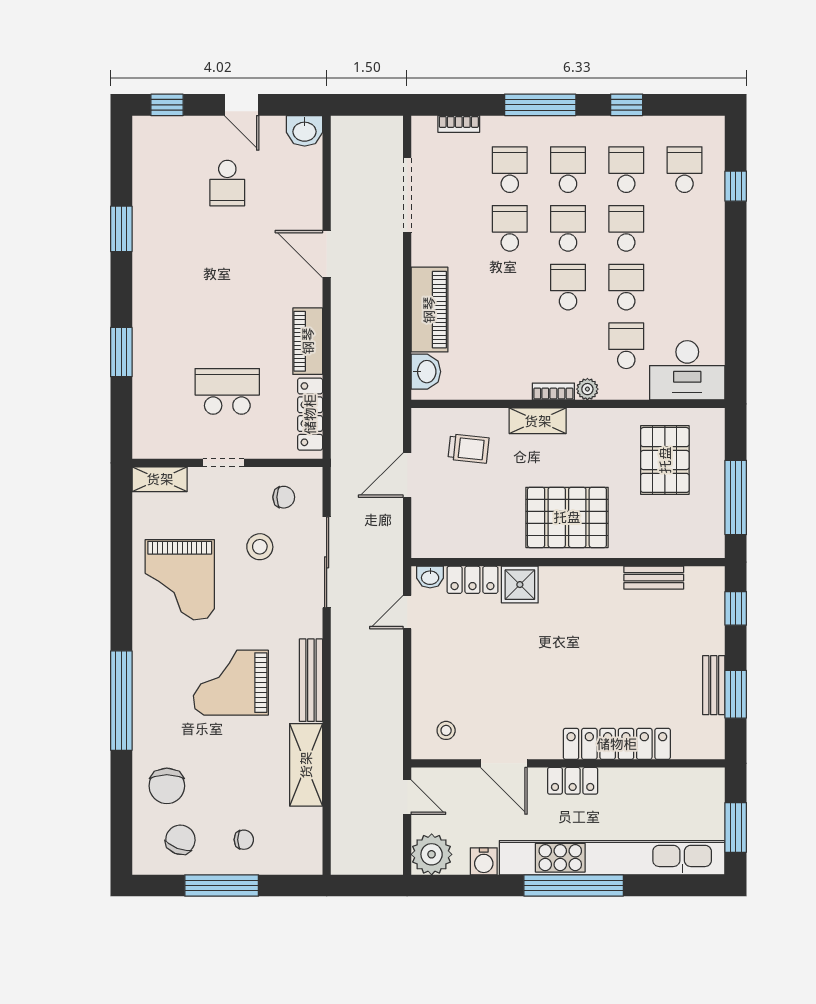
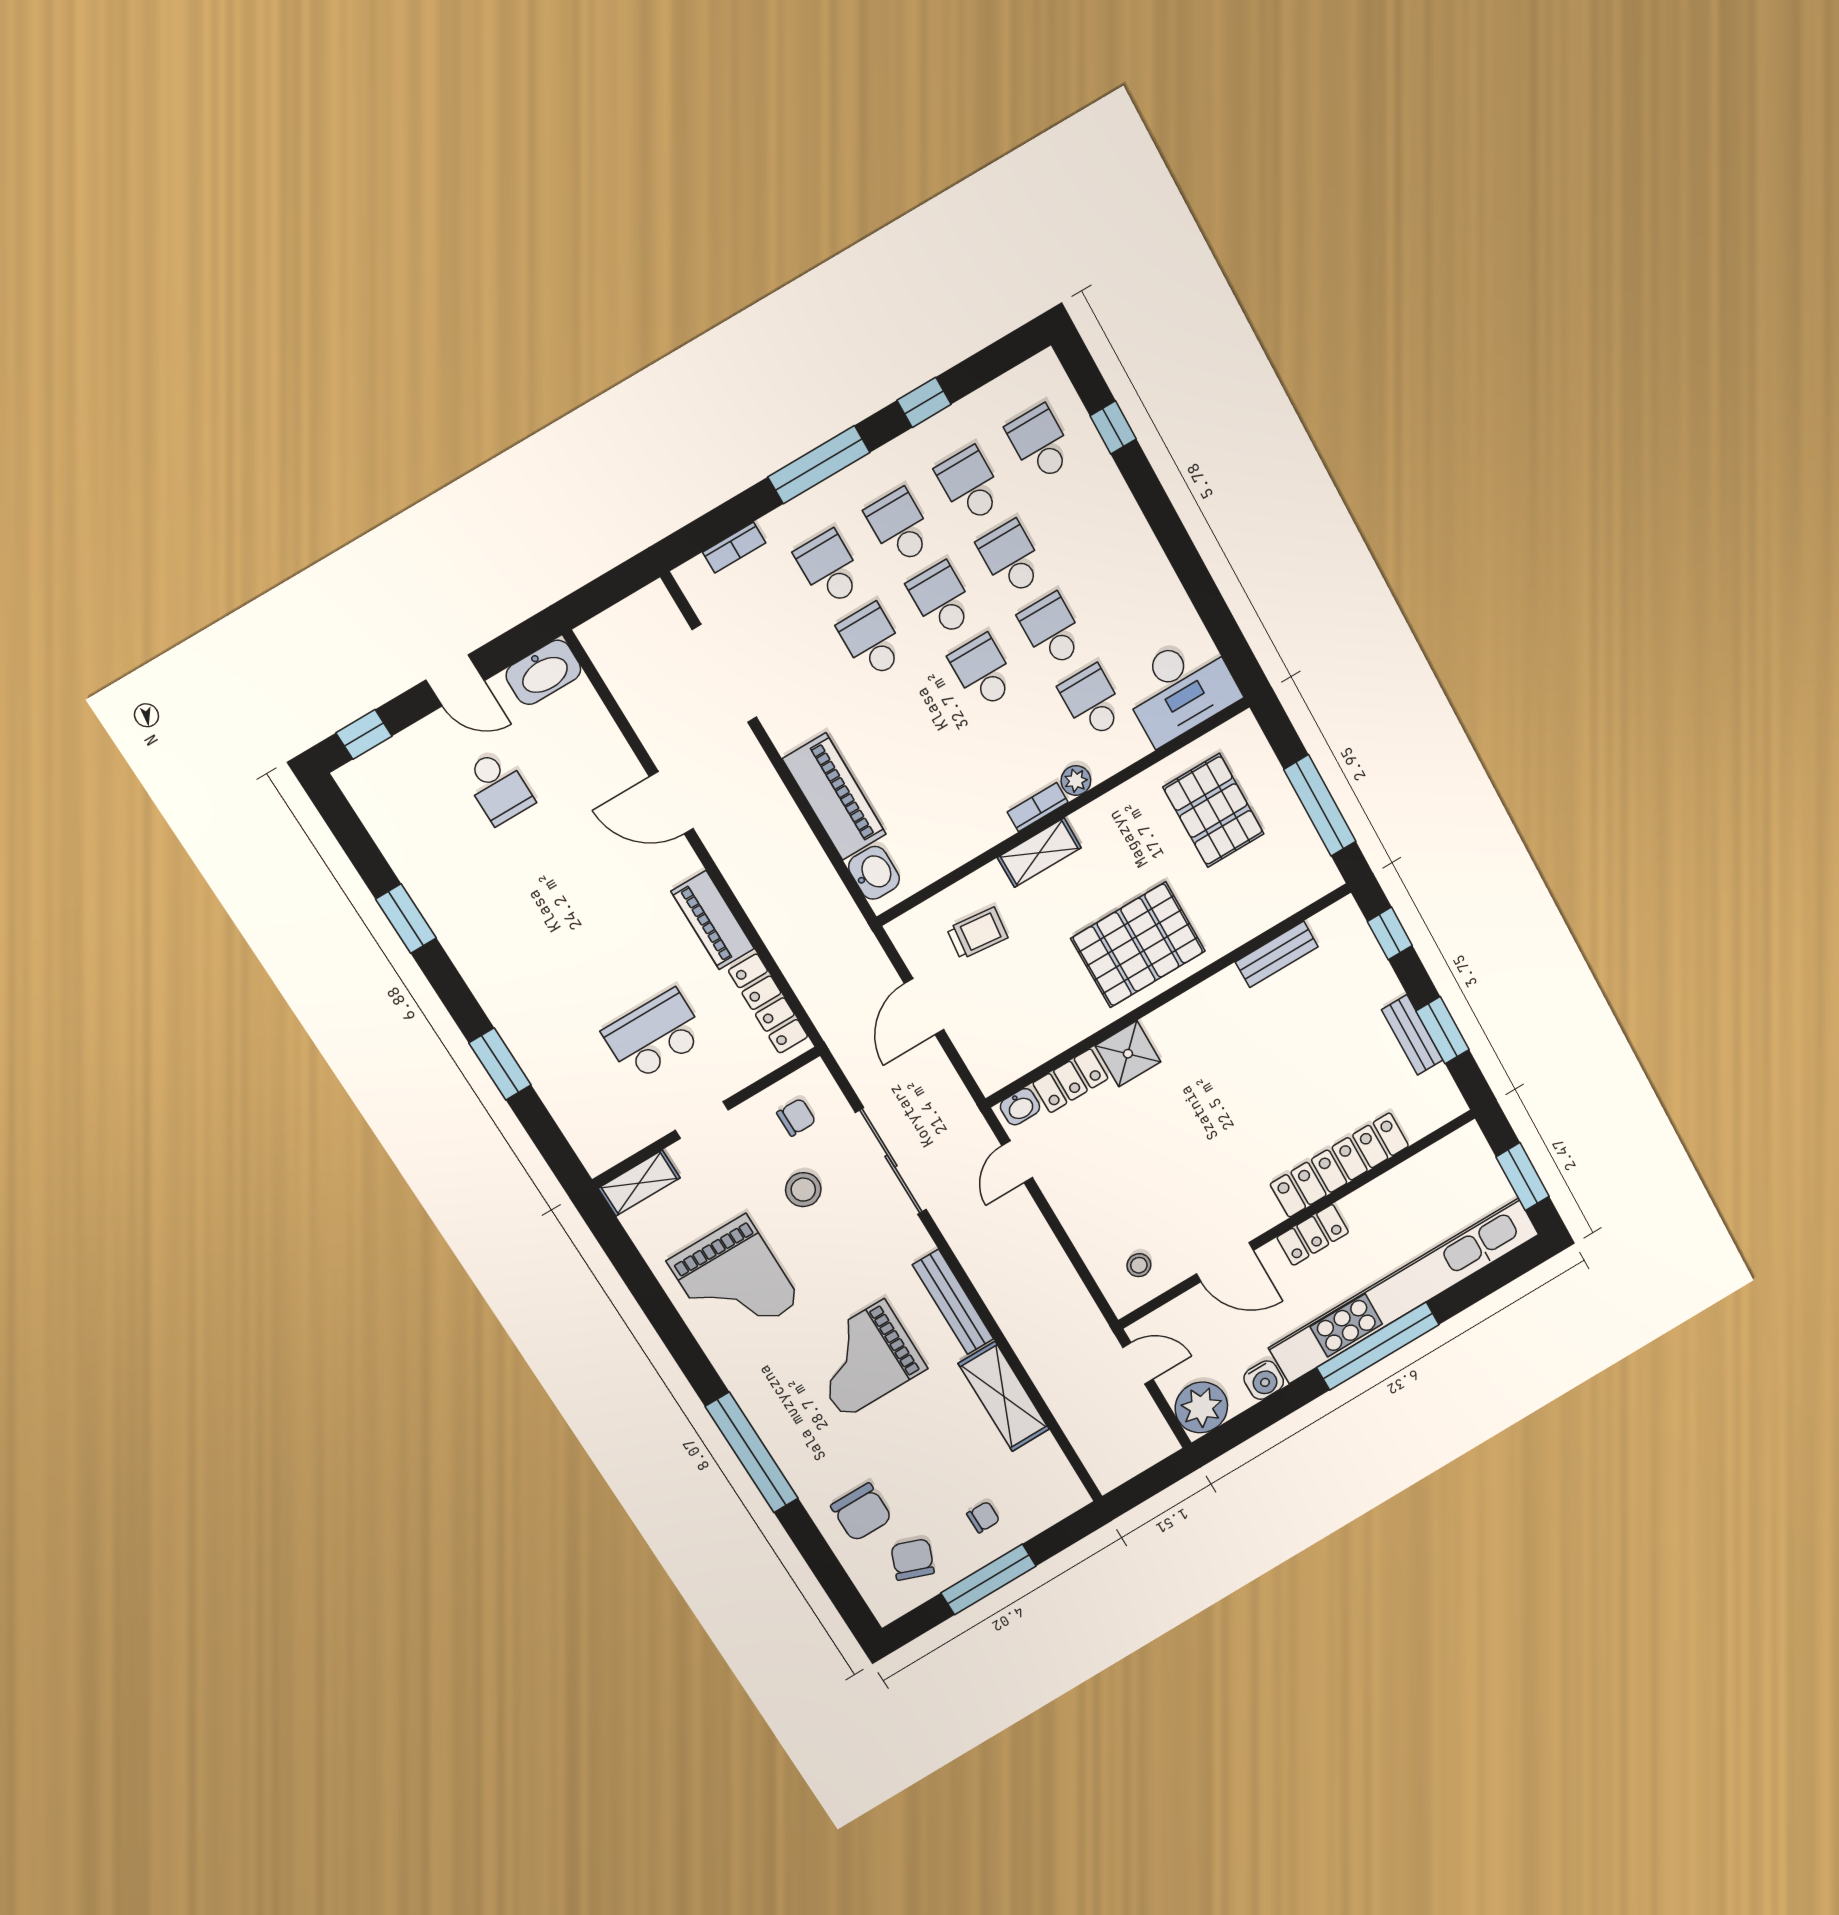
washbasin: (305, 131) -> (543, 672), width x1.38

